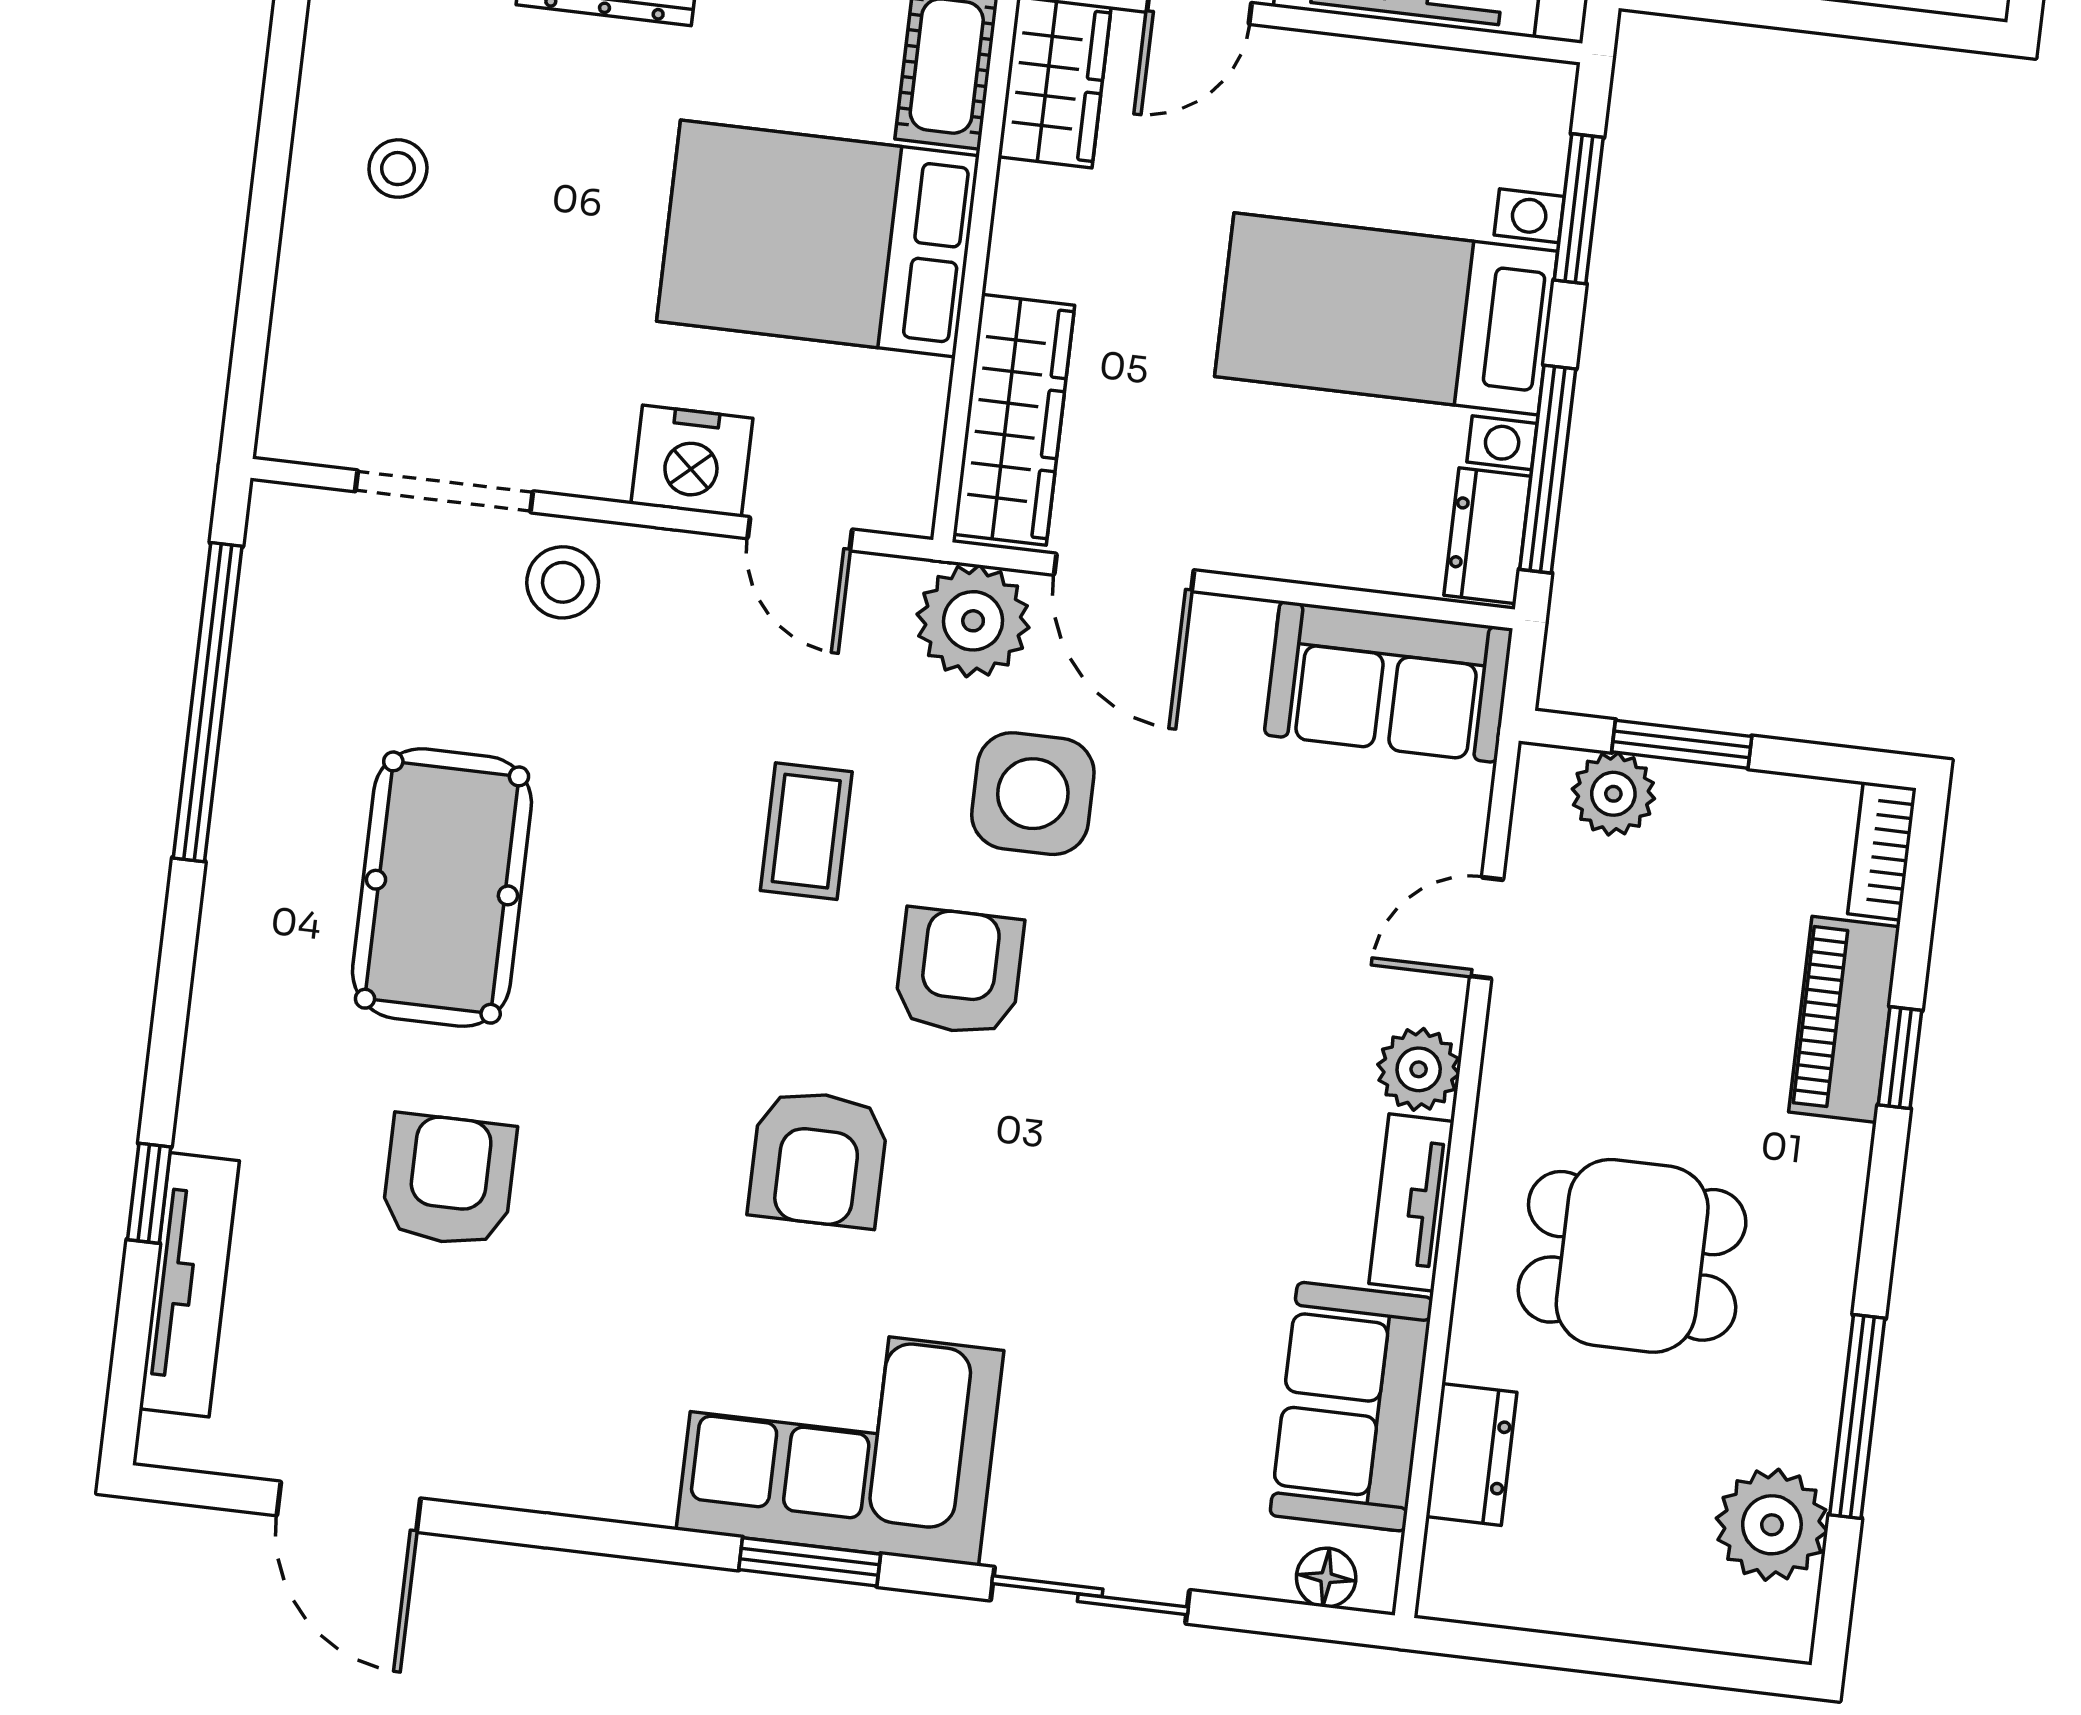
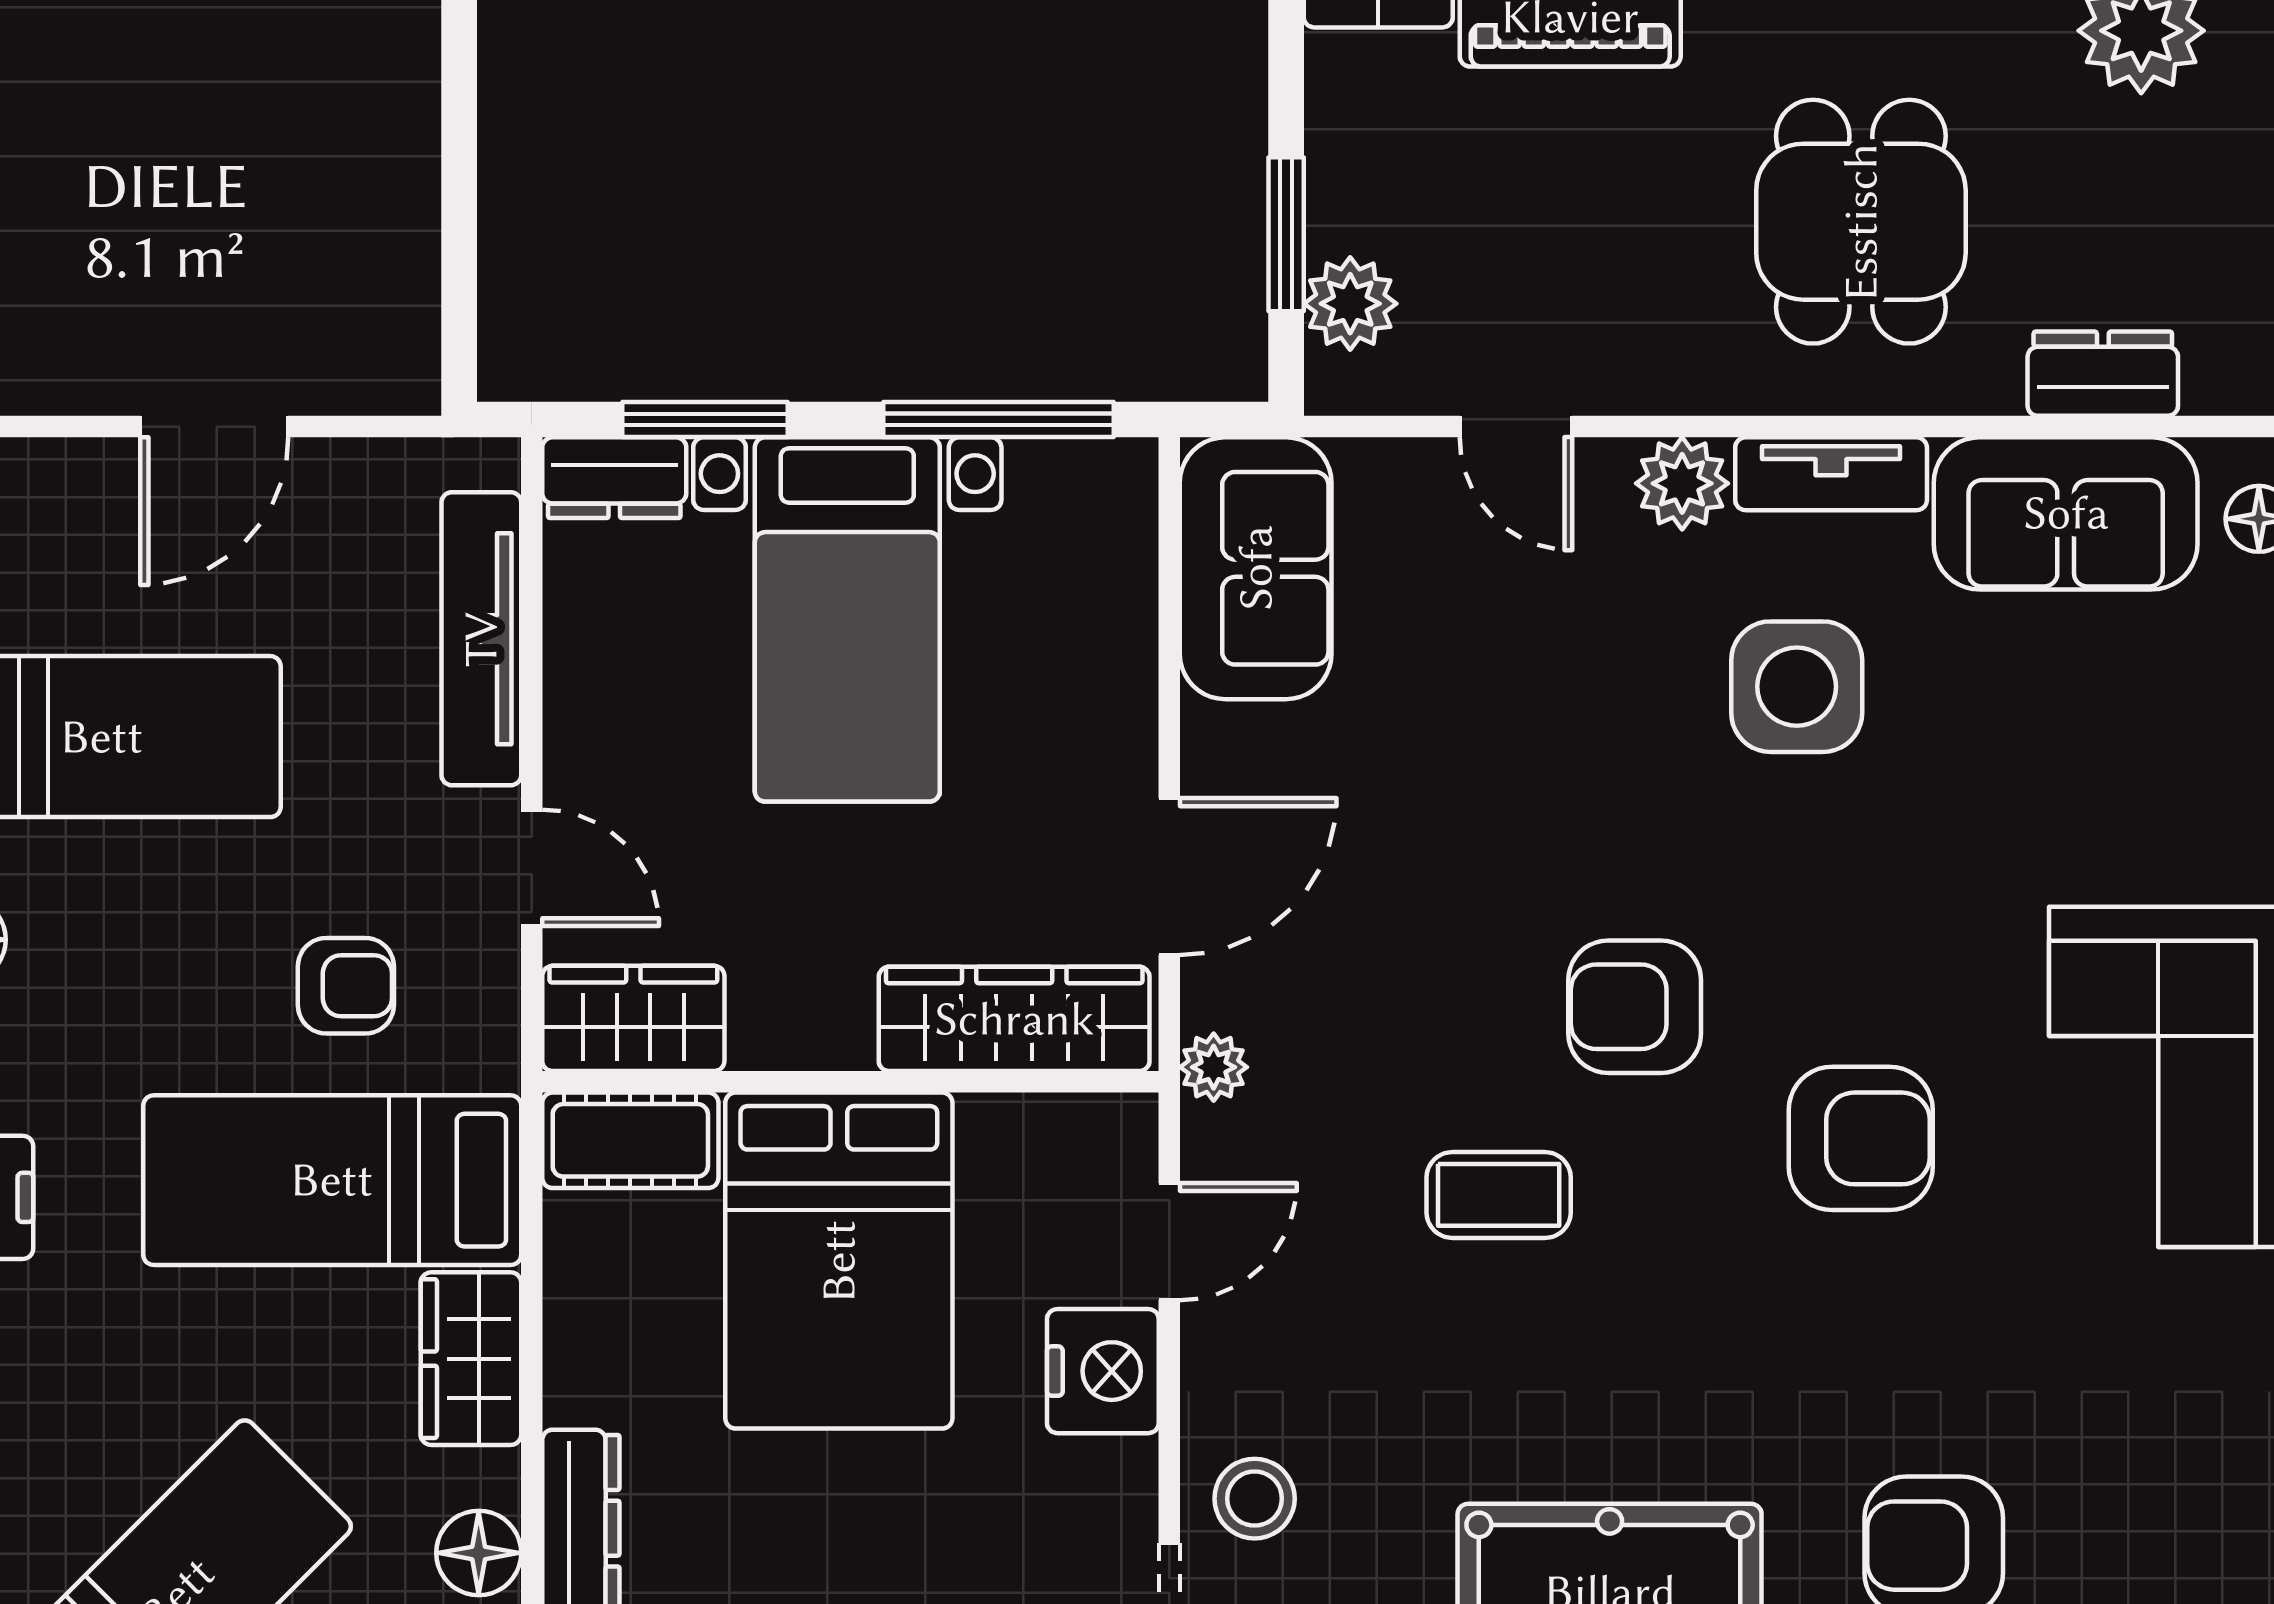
dresser: (1487, 536) -> (614, 478), moved
plant: (973, 621) -> (1214, 1067), width x0.53, depth x0.53
side table: (1033, 794) -> (1797, 687), moved

